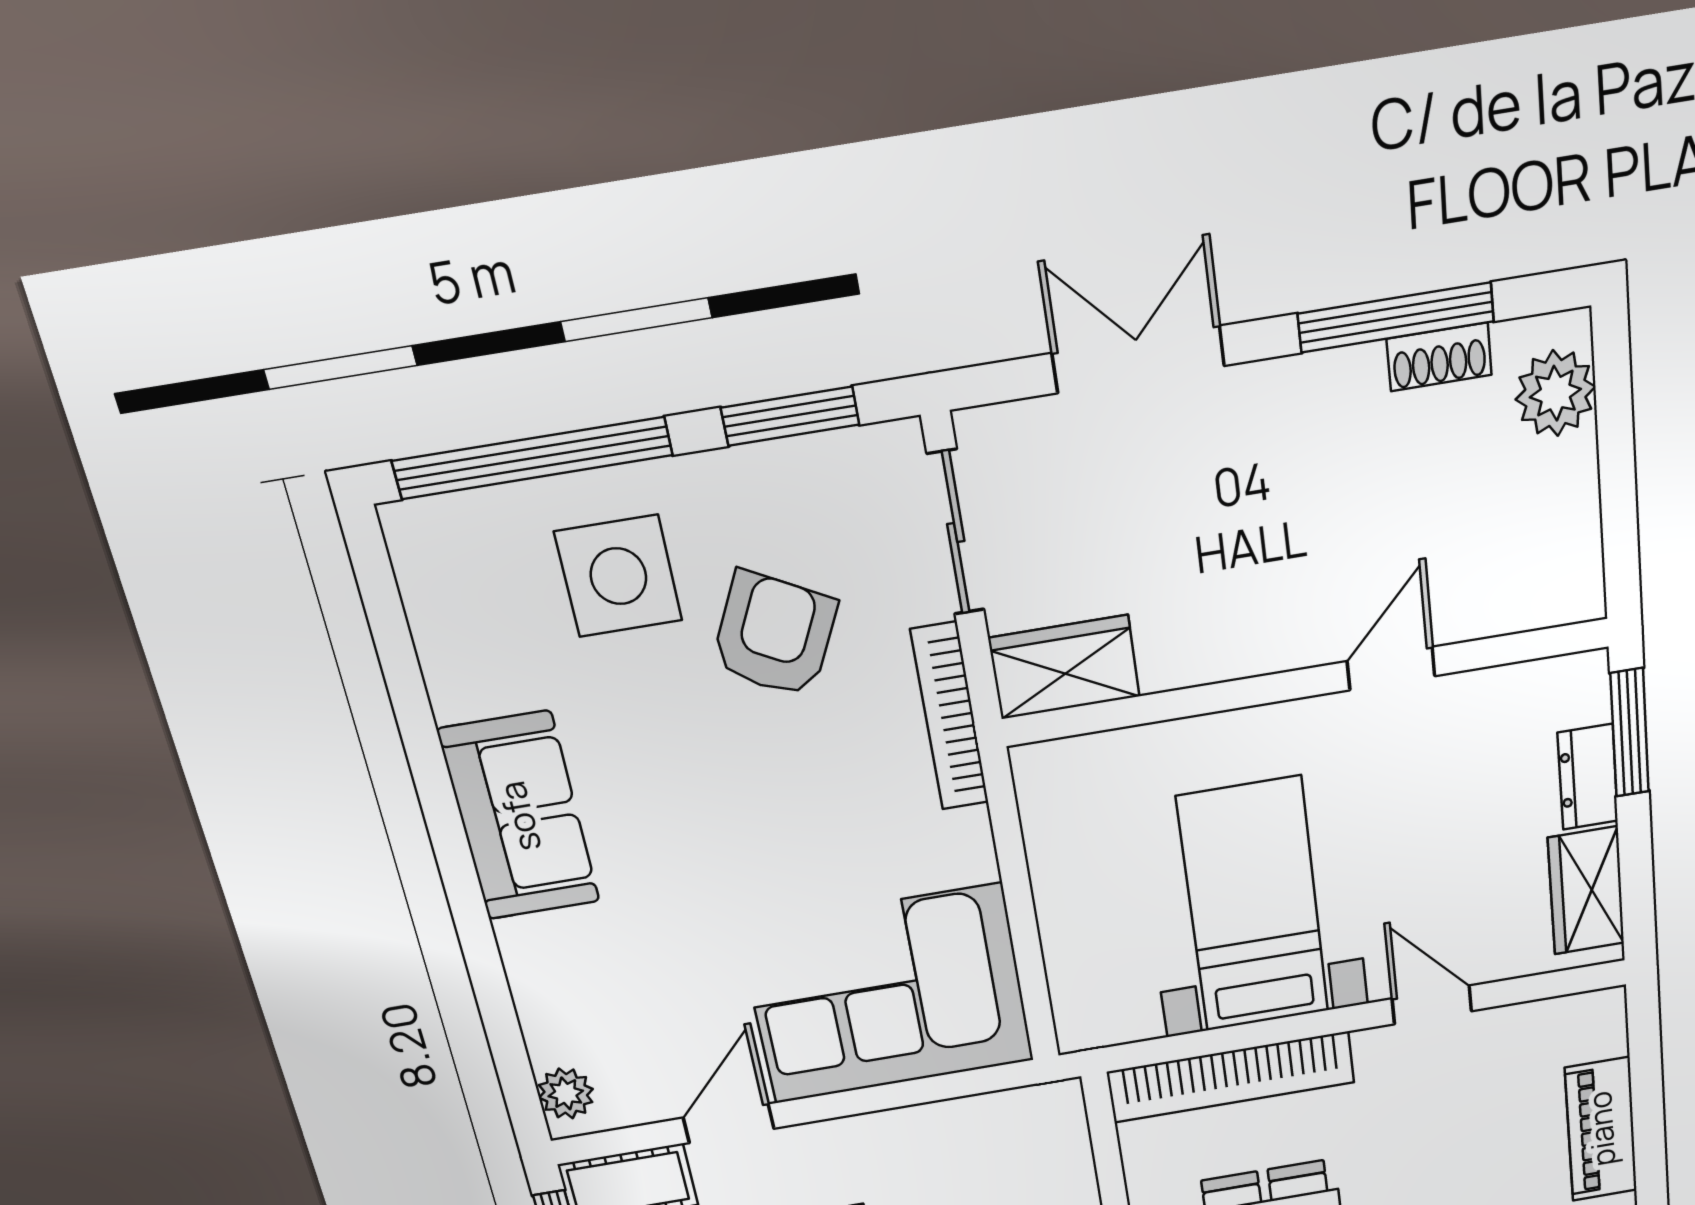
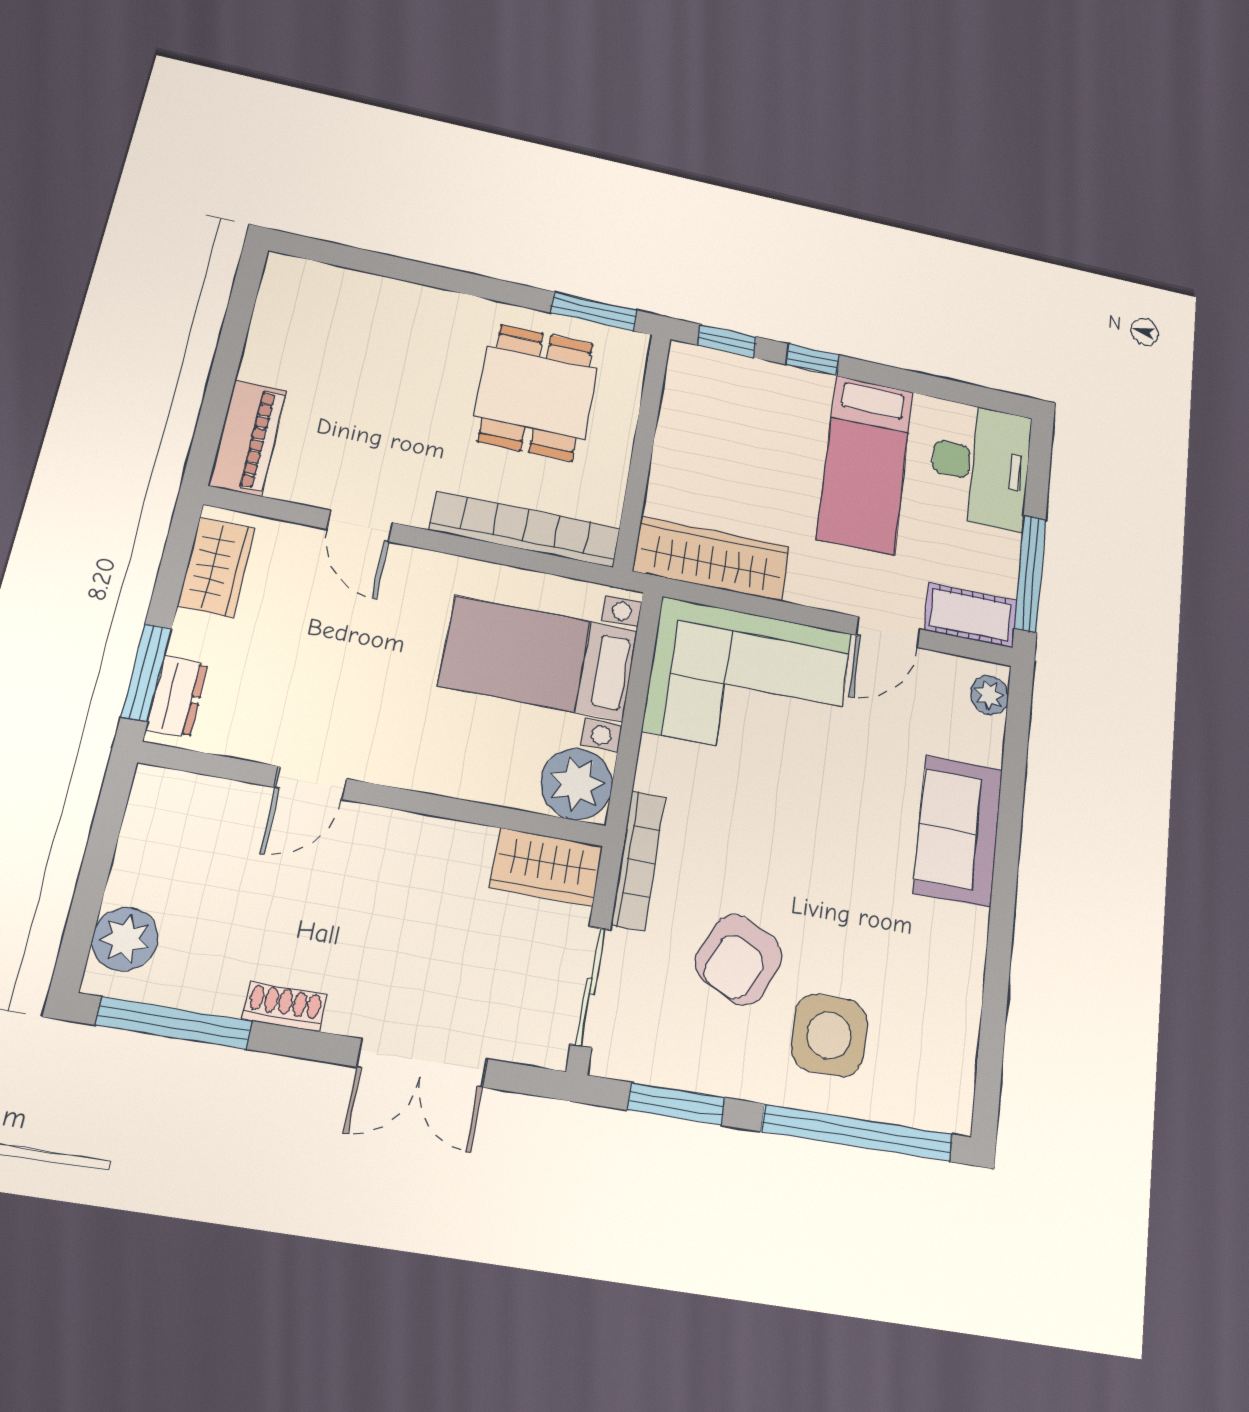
window: (1396, 317) -> (174, 1023), moved
shoe rack: (1439, 357) -> (284, 1006), moved
dresser: (1588, 777) -> (177, 697), moved
plant: (1061, 786) -> (577, 784), added
sofa: (519, 816) -> (958, 831), moved
bed with nightstands: (1253, 905) -> (539, 658), moved, turned 90
wardrobe: (987, 1129) -> (712, 559), added
piano: (1601, 1129) -> (248, 438), moved

